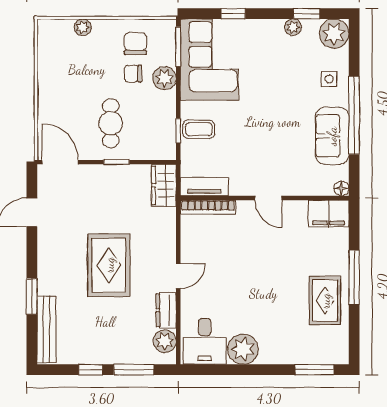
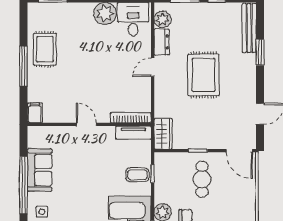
floor lamp: (341, 188) -> (33, 131), removed
filing cabinet: (329, 214) -> (35, 113), width x0.50

